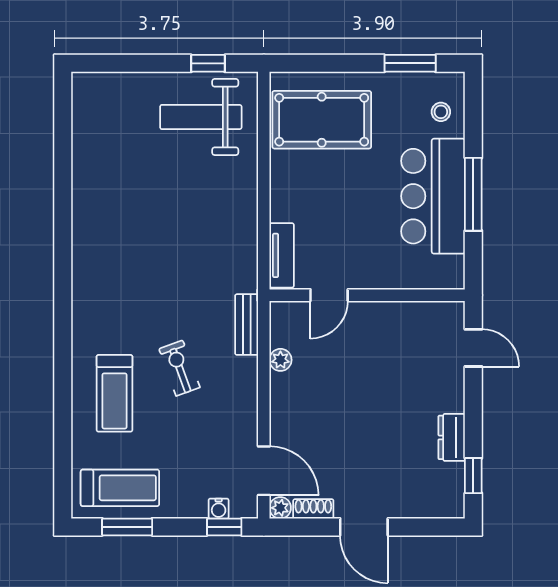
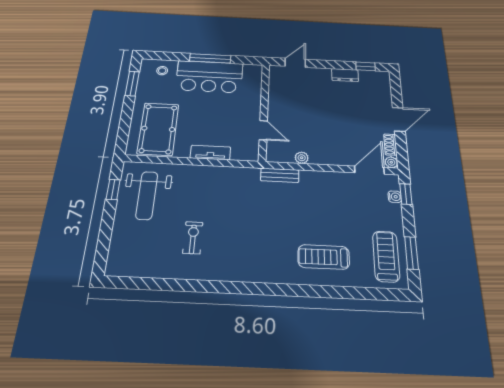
tv unit: (282, 255) -> (210, 153), moved
exercise bike: (179, 368) -> (193, 238), moved, turned 110
treadmill: (114, 393) -> (324, 257), turned 180

